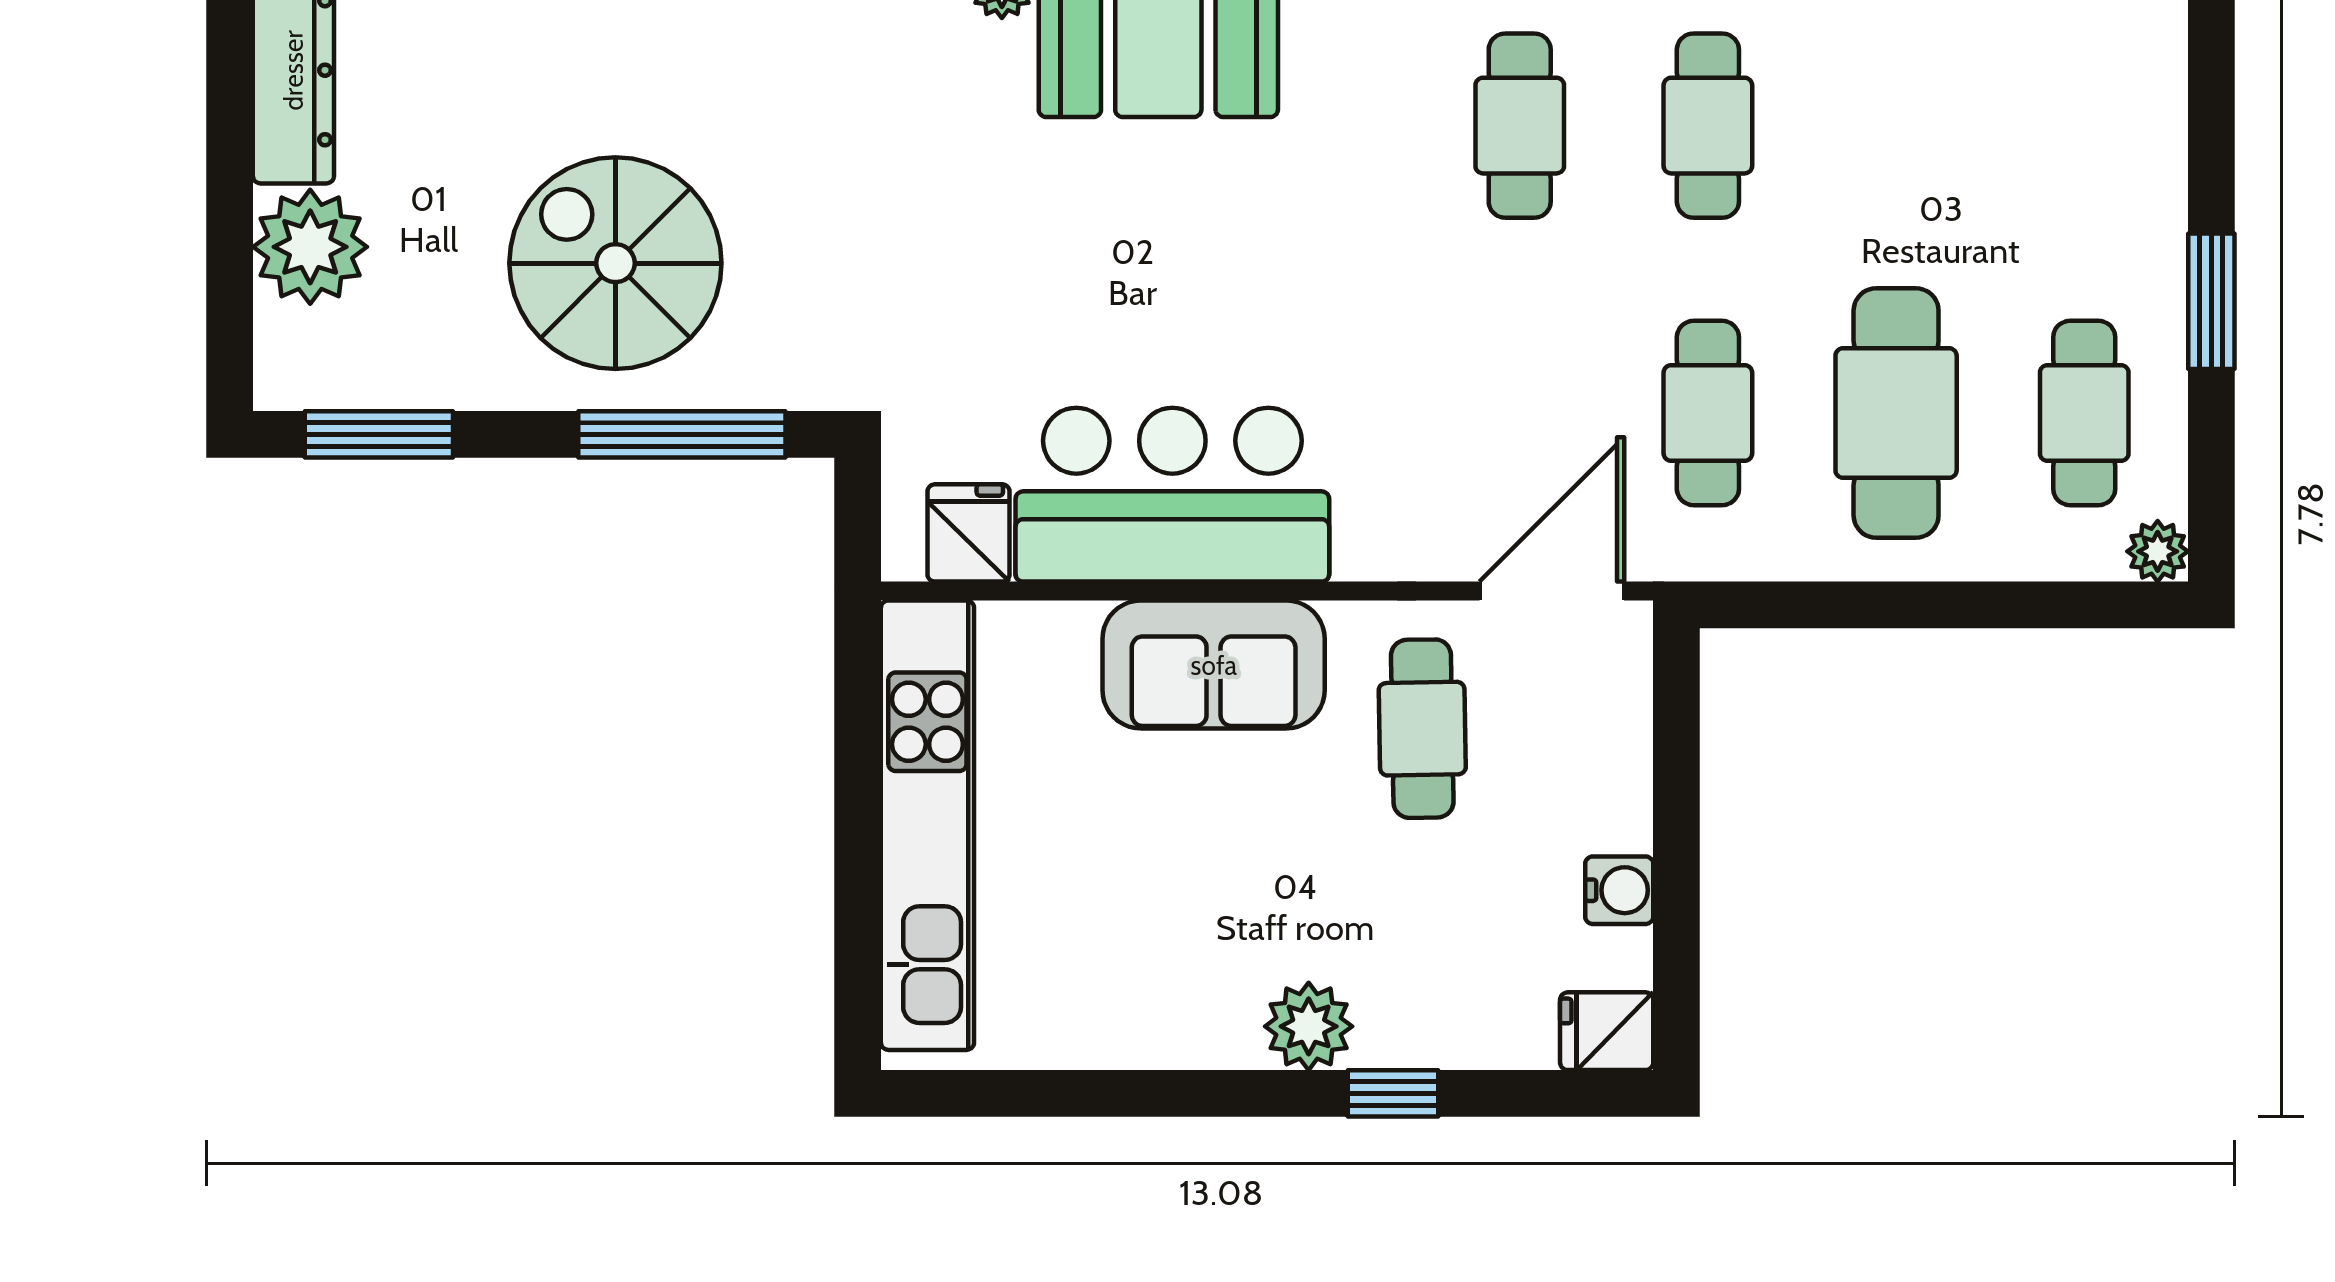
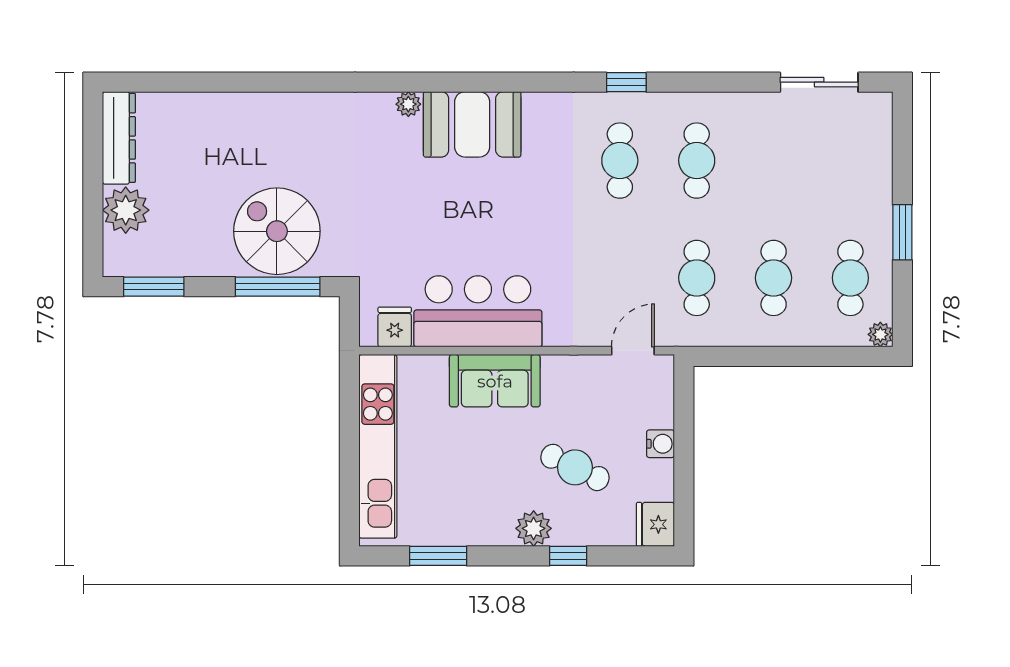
spiral stairs: (615, 263) -> (277, 231), moved
cafe table: (1896, 413) -> (774, 278), width x0.73, depth x0.74
door: (1552, 591) -> (633, 351), width x0.73
cafe table: (1422, 729) -> (575, 467), moved, turned -63
water cooler: (1619, 890) -> (660, 444), moved
fridge: (1607, 1031) -> (655, 524), width x1.38
window: (1075, 1093) -> (438, 556), added

